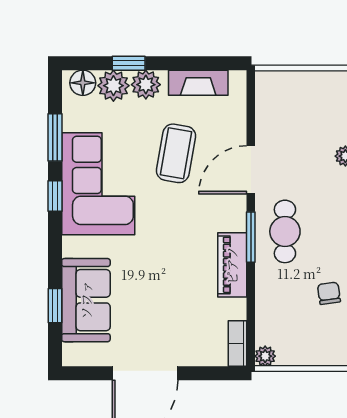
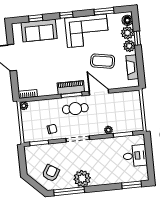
window: (55, 196) -> (66, 15), moved
piano: (232, 265) -> (71, 87), moved

